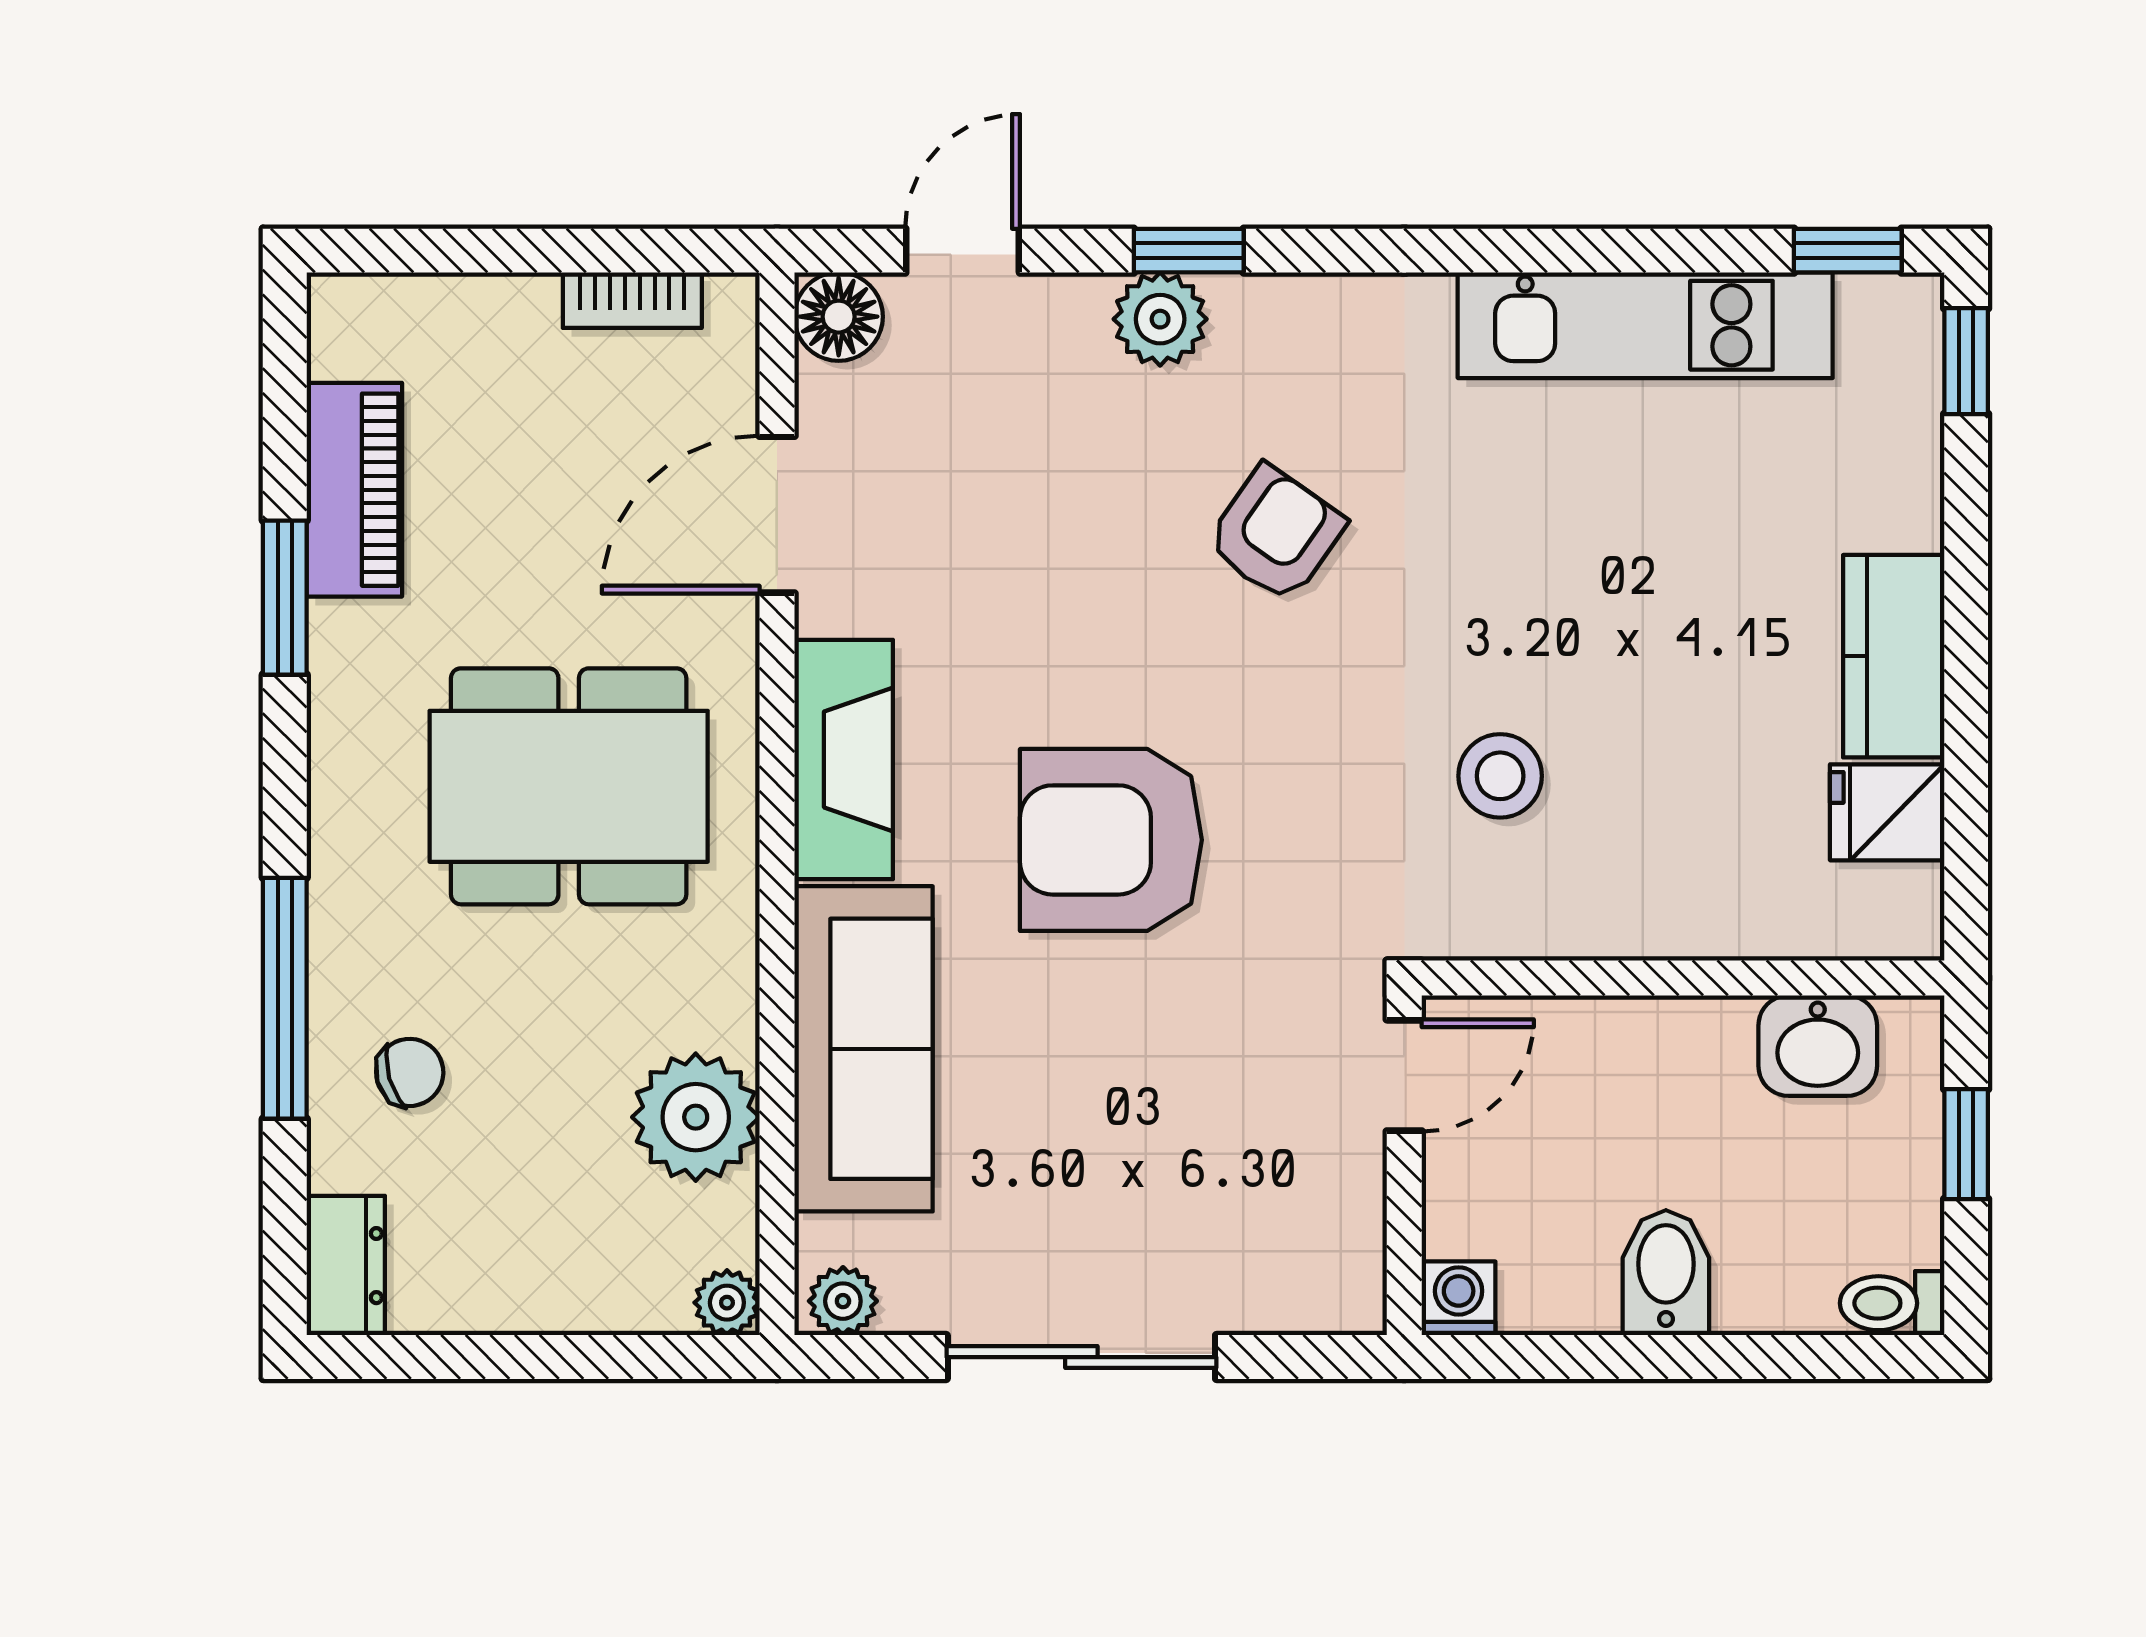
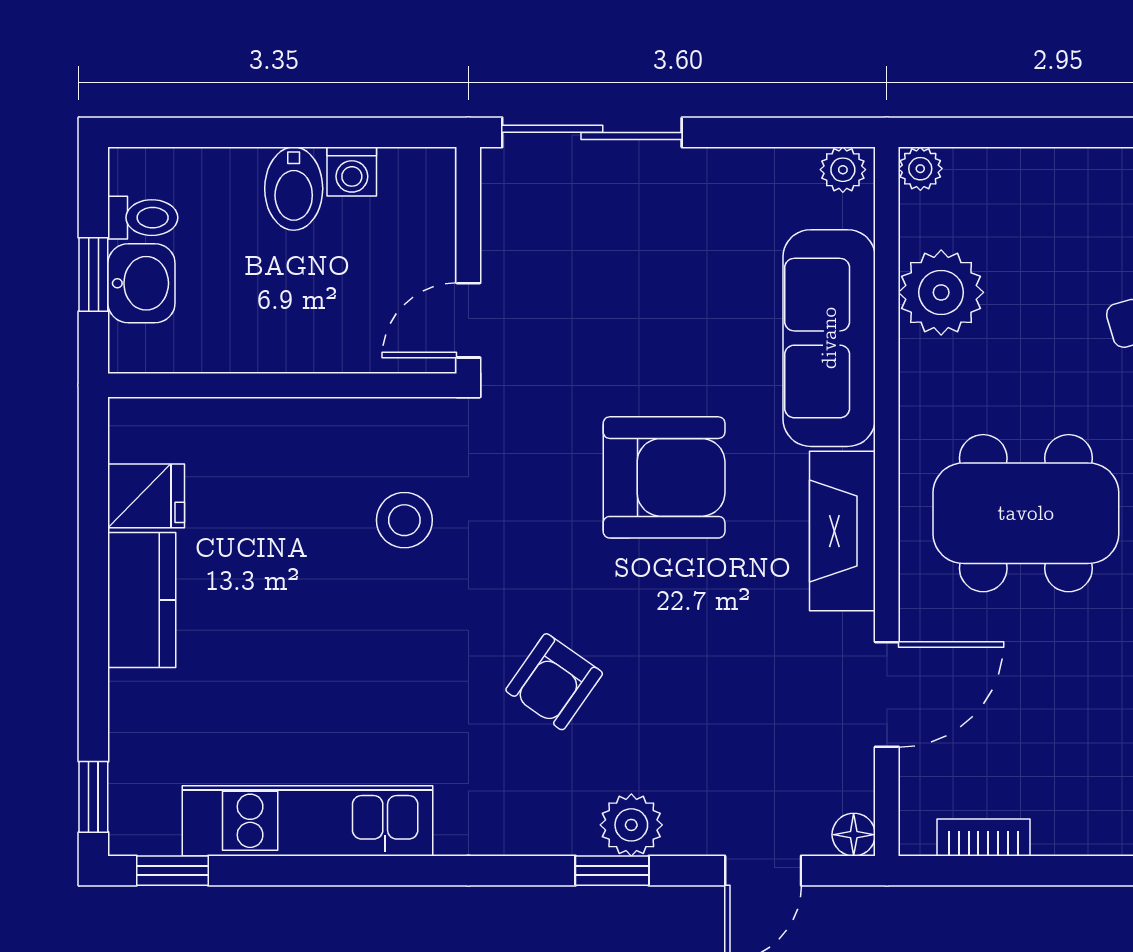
floor lamp: (839, 317) -> (854, 835), width x0.73, depth x0.73
washbasin: (1818, 1046) -> (141, 283), moved, turned 90
washing machine: (1459, 1298) -> (352, 172), moved
toilet: (1892, 1303) -> (143, 218), moved
sliding door: (1081, 1357) -> (592, 132), moved

